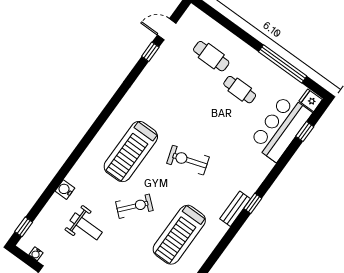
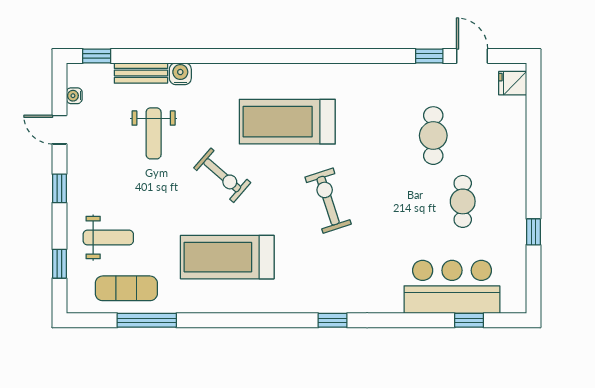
cafe table: (211, 56) -> (433, 136), moved
window: (283, 64) -> (533, 232), width x0.32
fridge: (311, 100) -> (513, 83), moved, turned -90
bench: (235, 209) -> (141, 73), moved

